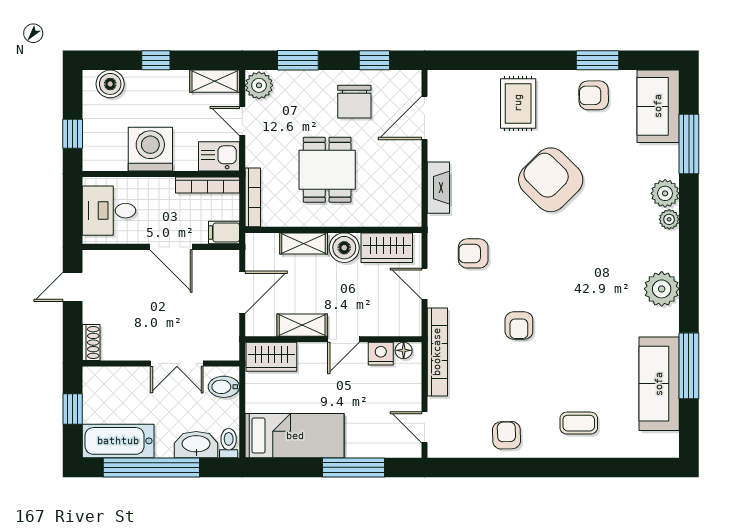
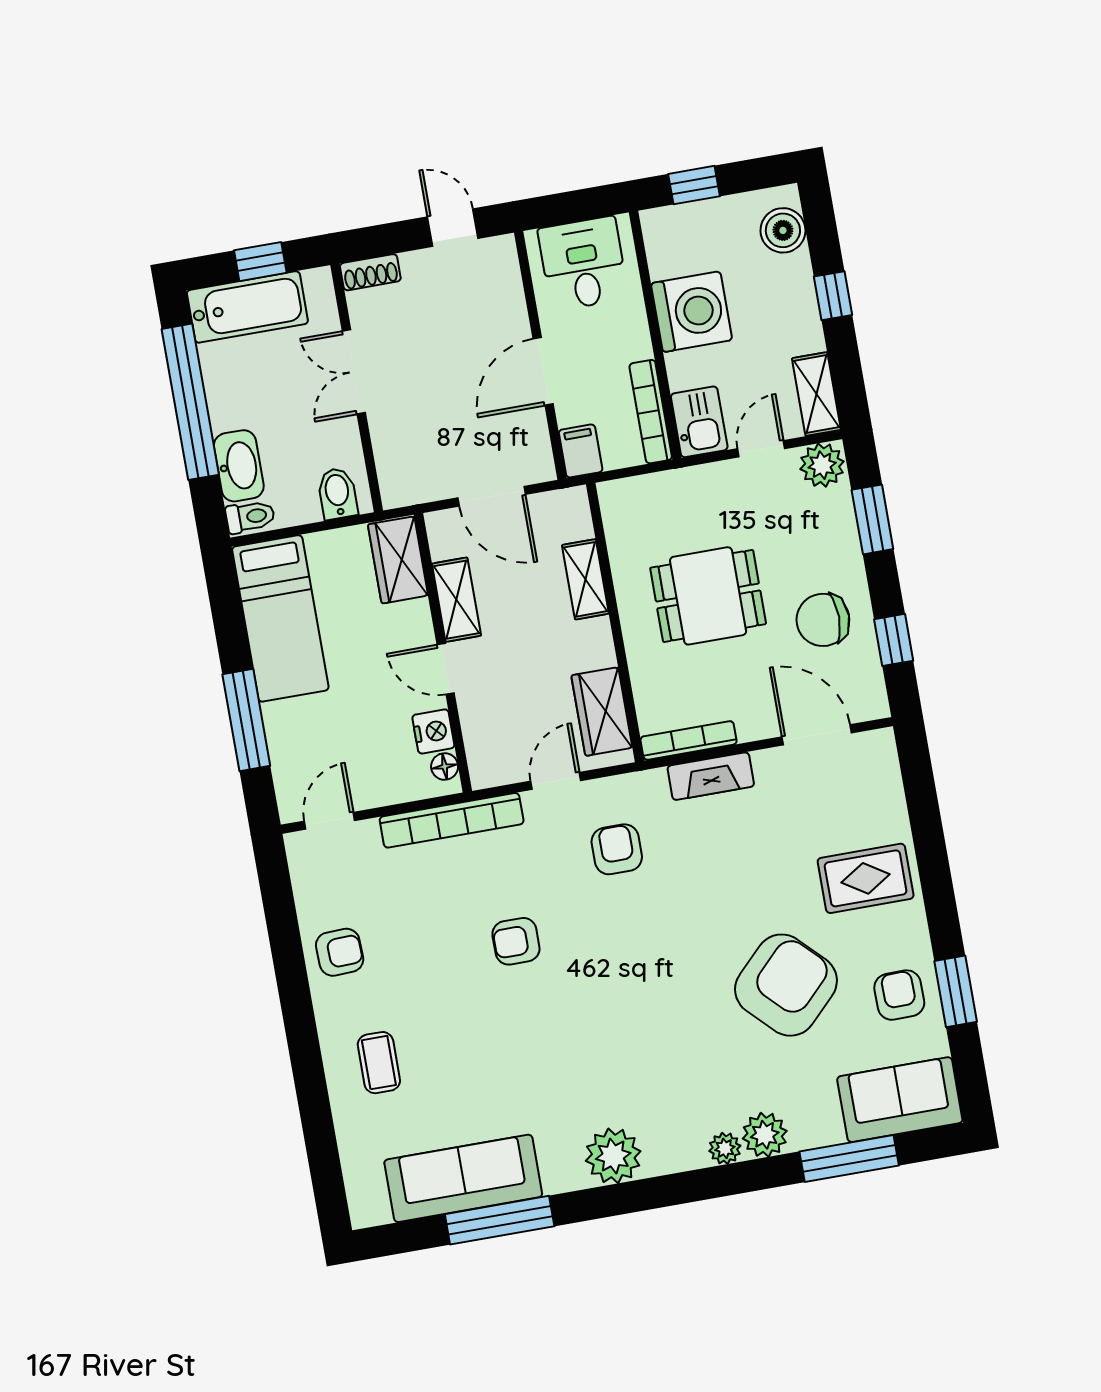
armchair: (551, 180) -> (786, 985), moved
bookcase: (253, 197) -> (689, 740), moved, turned 180
boiler: (344, 248) -> (590, 644), removed
double door: (177, 363) -> (354, 372), moved
bathtub: (118, 441) -> (247, 307), moved, turned 90

